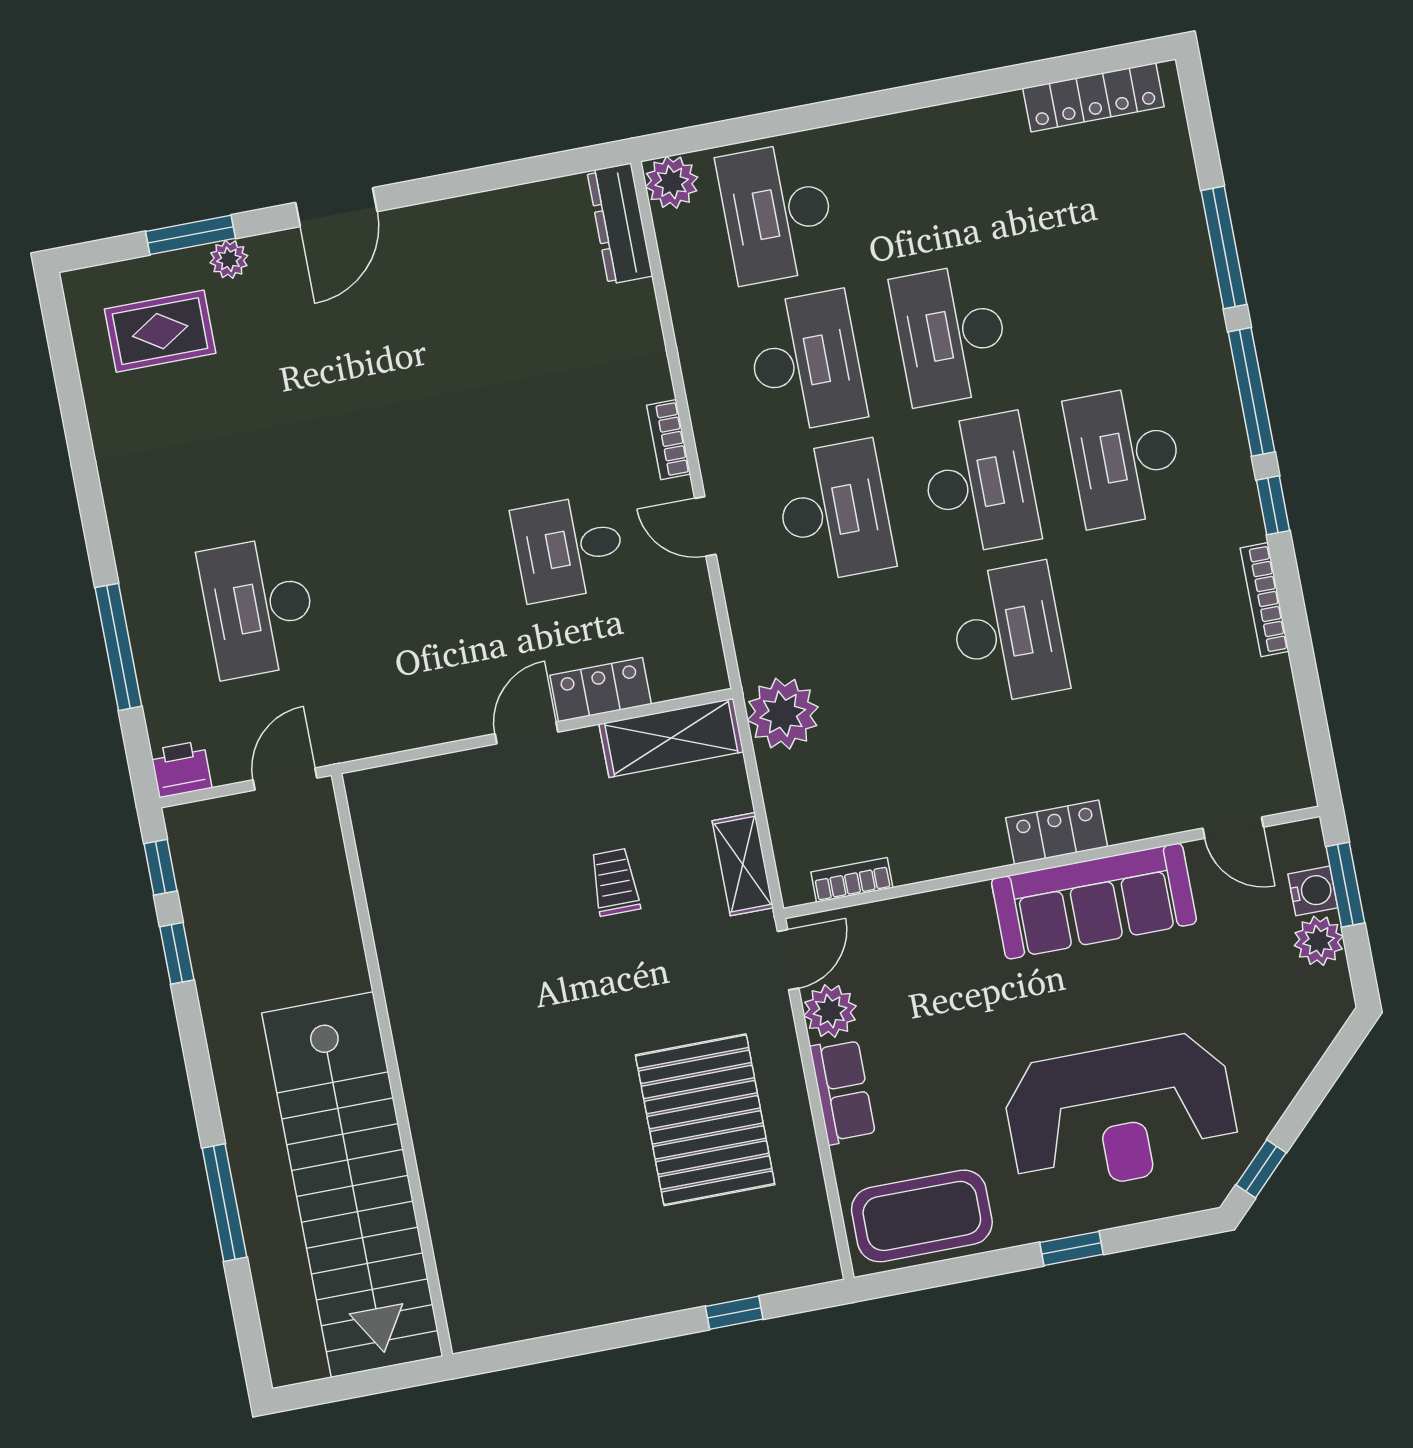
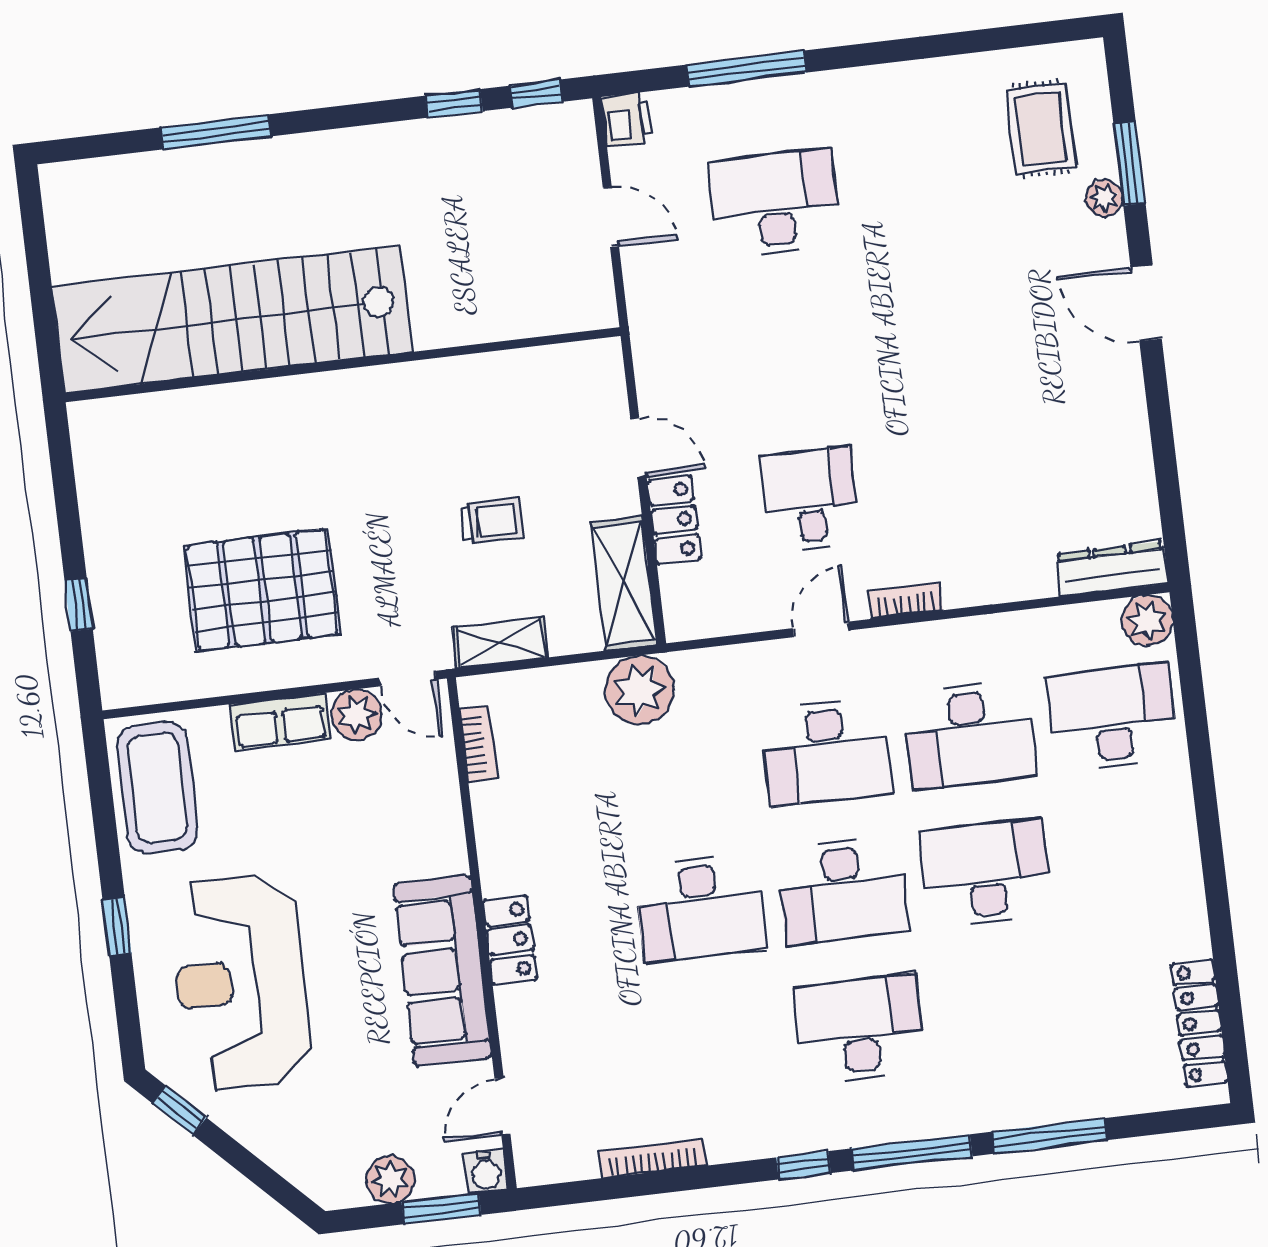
bookcase: (1265, 600) -> (653, 1159), moved
water cooler: (1313, 891) -> (485, 1172), moved
wall: (392, 1065) -> (343, 365), moved
stairs: (352, 1185) -> (232, 319), moved

